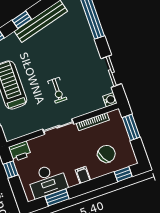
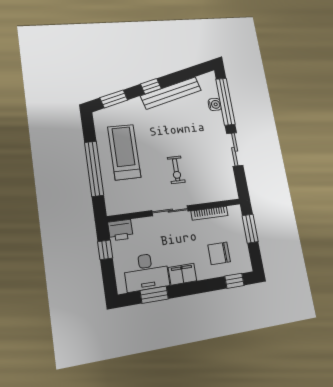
sliding door: (111, 71) -> (235, 149), moved
water cooler: (110, 100) -> (215, 104), moved
chair: (106, 154) -> (219, 253), turned -152
filing cabinet: (83, 175) -> (183, 274), width x2.00

